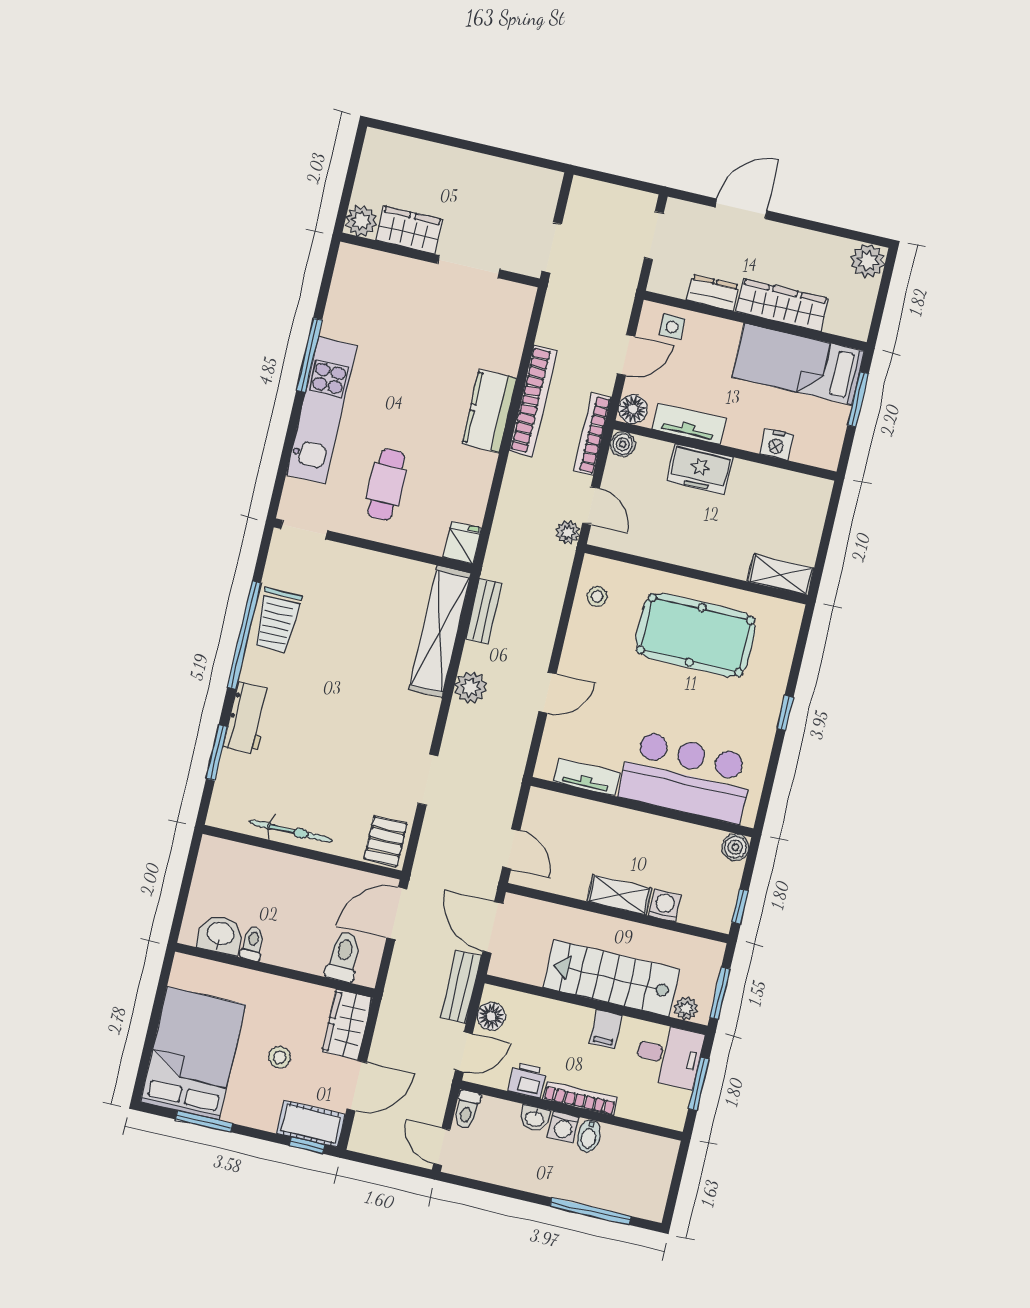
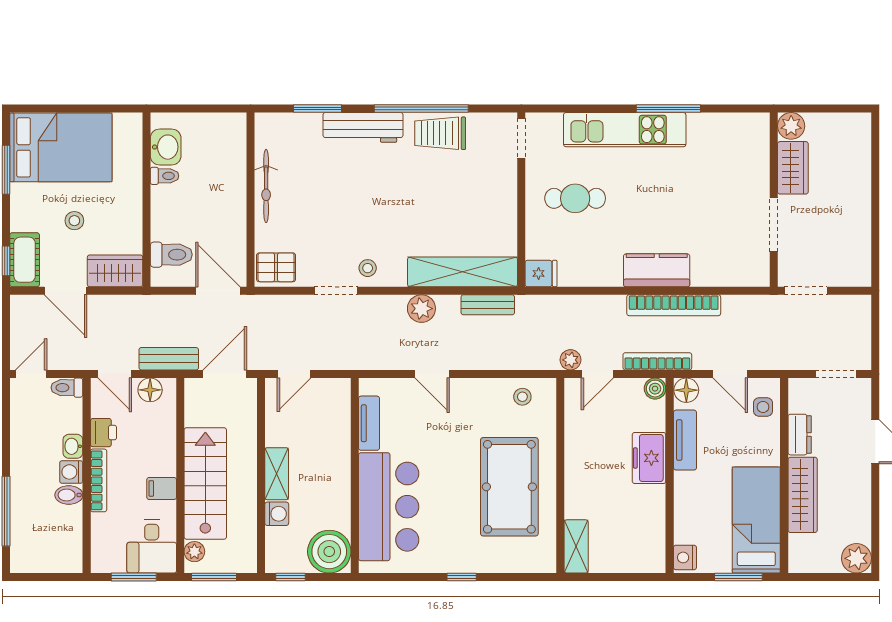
nightstand: (776, 444) -> (685, 557), moved
workbench: (247, 718) -> (363, 127), width x1.37
stool: (411, 738) -> (368, 268), added
boiler: (735, 847) -> (329, 552), width x1.86, depth x1.86

